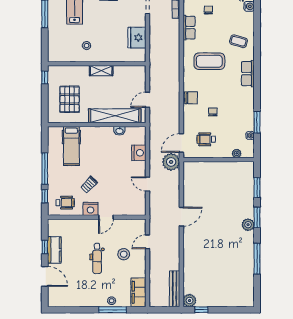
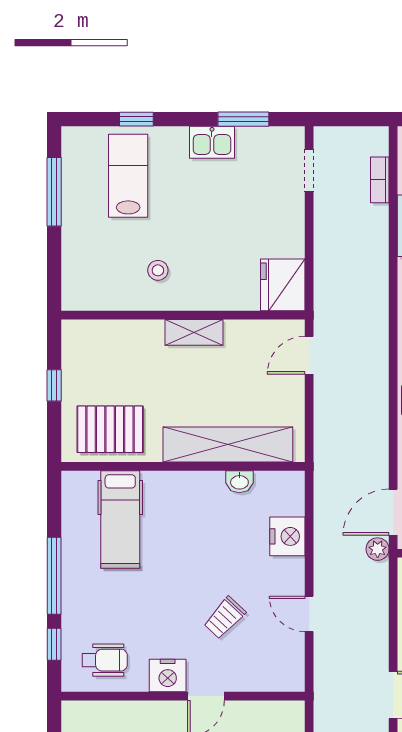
fridge: (137, 38) -> (283, 285), moved
window: (45, 77) -> (54, 385), moved
pallet: (70, 99) -> (110, 429), moved, turned 90
door: (148, 100) -> (309, 355), moved
plant: (171, 162) -> (378, 549), width x0.53, depth x0.53
trolley: (89, 185) -> (225, 618), moved

